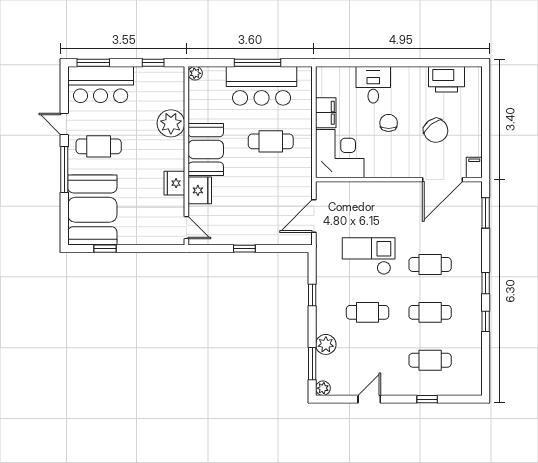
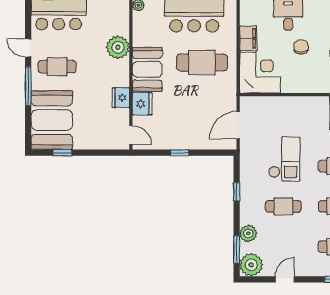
cafe table: (271, 141) -> (202, 62), width x1.37, depth x1.35
checkout: (369, 256) -> (284, 159), turned 90
plant: (323, 388) -> (251, 265), width x1.88, depth x1.88

